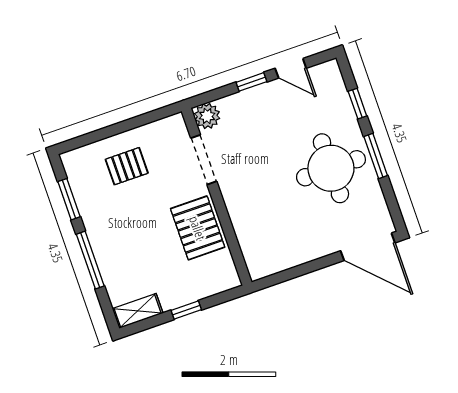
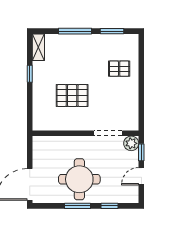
plant: (207, 116) -> (131, 143), moved
doorway: (204, 160) -> (108, 133), moved
pallet: (127, 166) -> (119, 69), turned 90
wall: (217, 197) -> (85, 133), moved

